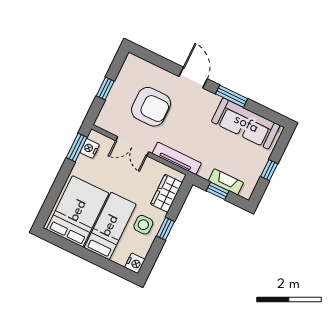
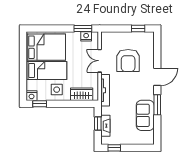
window: (105, 88) -> (138, 28), moved
sofa: (246, 124) -> (145, 115), width x0.73
window: (269, 170) -> (114, 148), moved
window: (165, 229) -> (40, 104), moved

